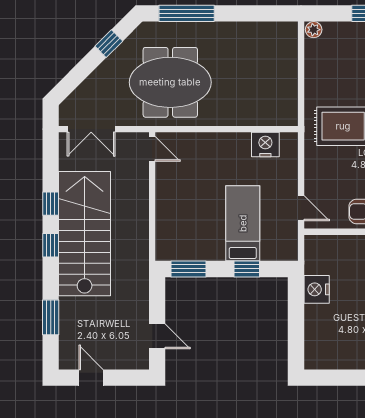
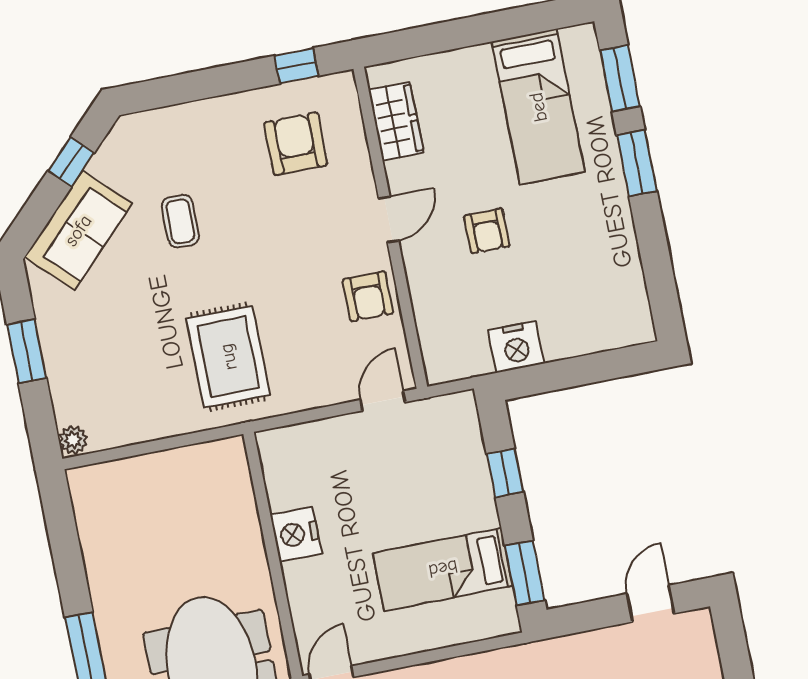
nightstand: (265, 144) -> (296, 534), moved
bed: (243, 223) -> (443, 569), moved

